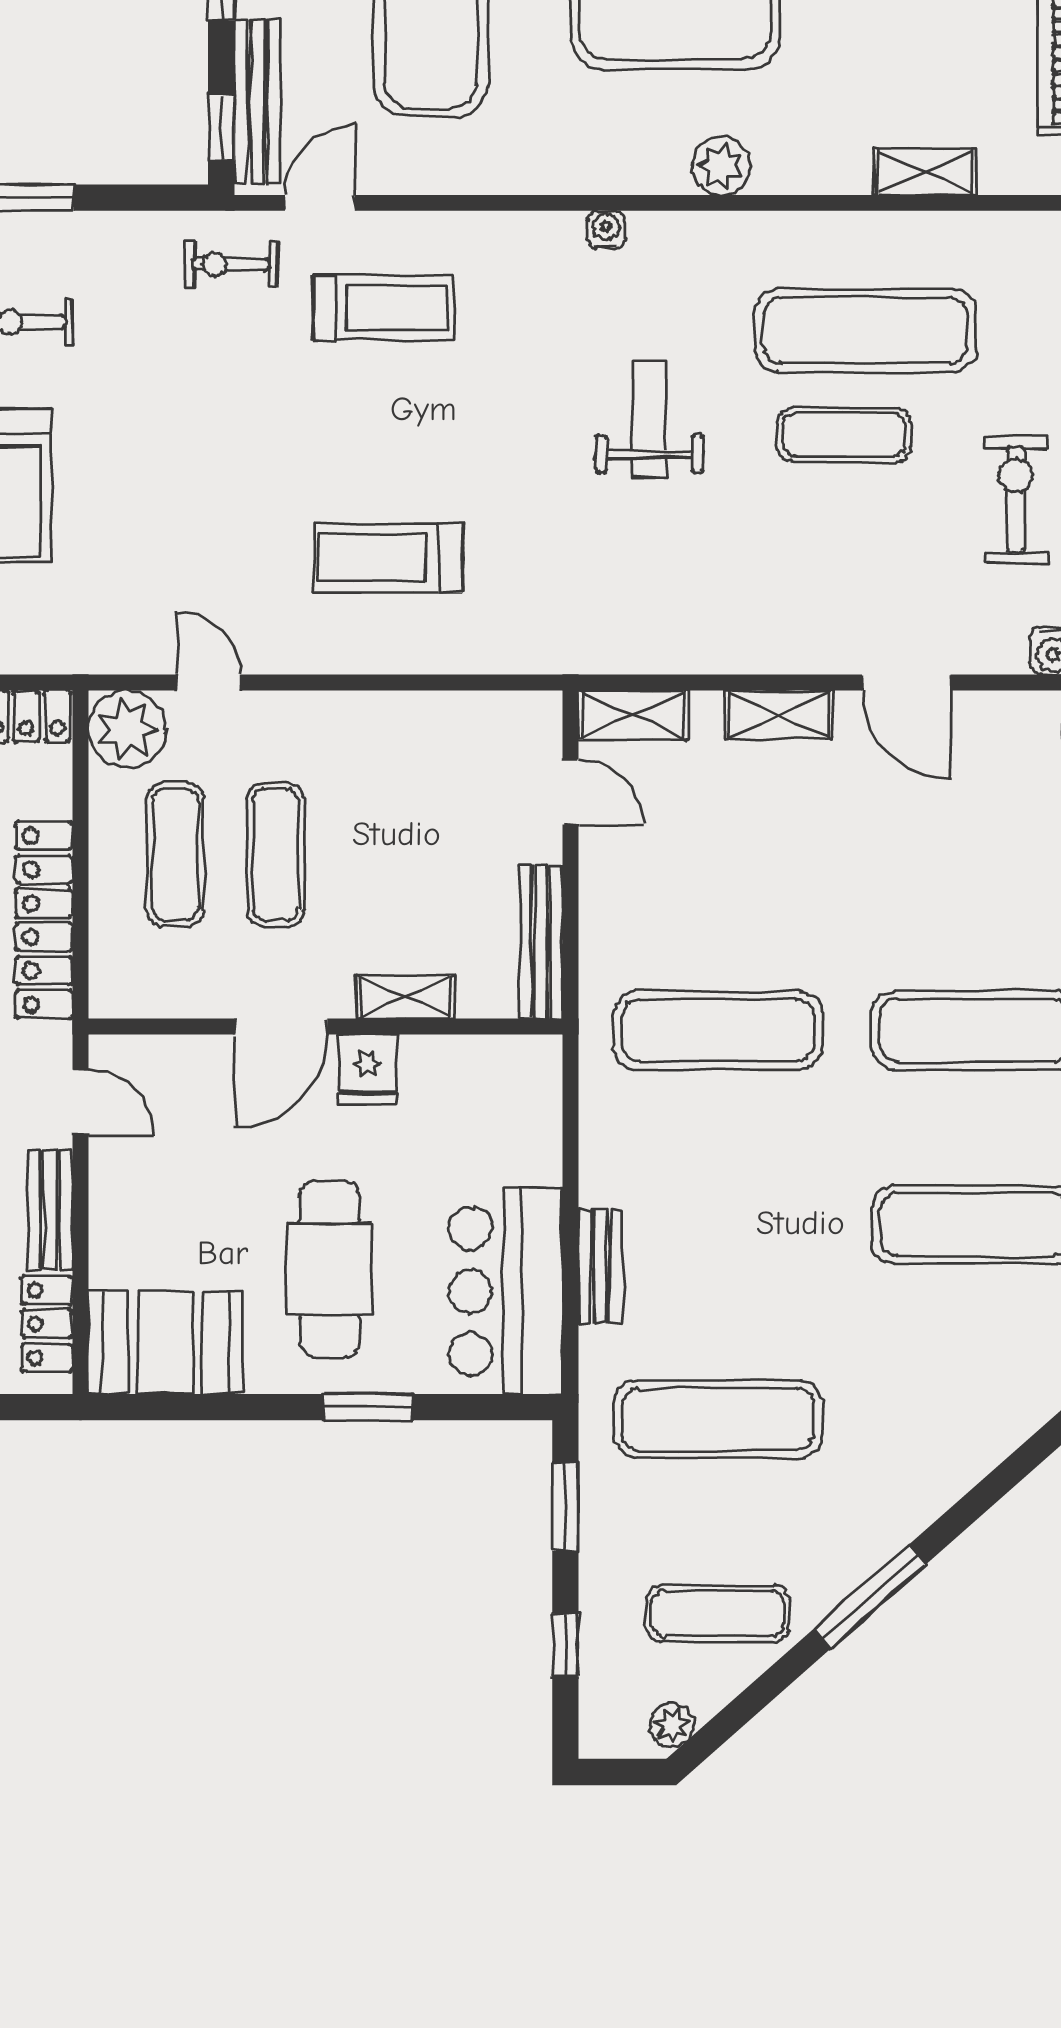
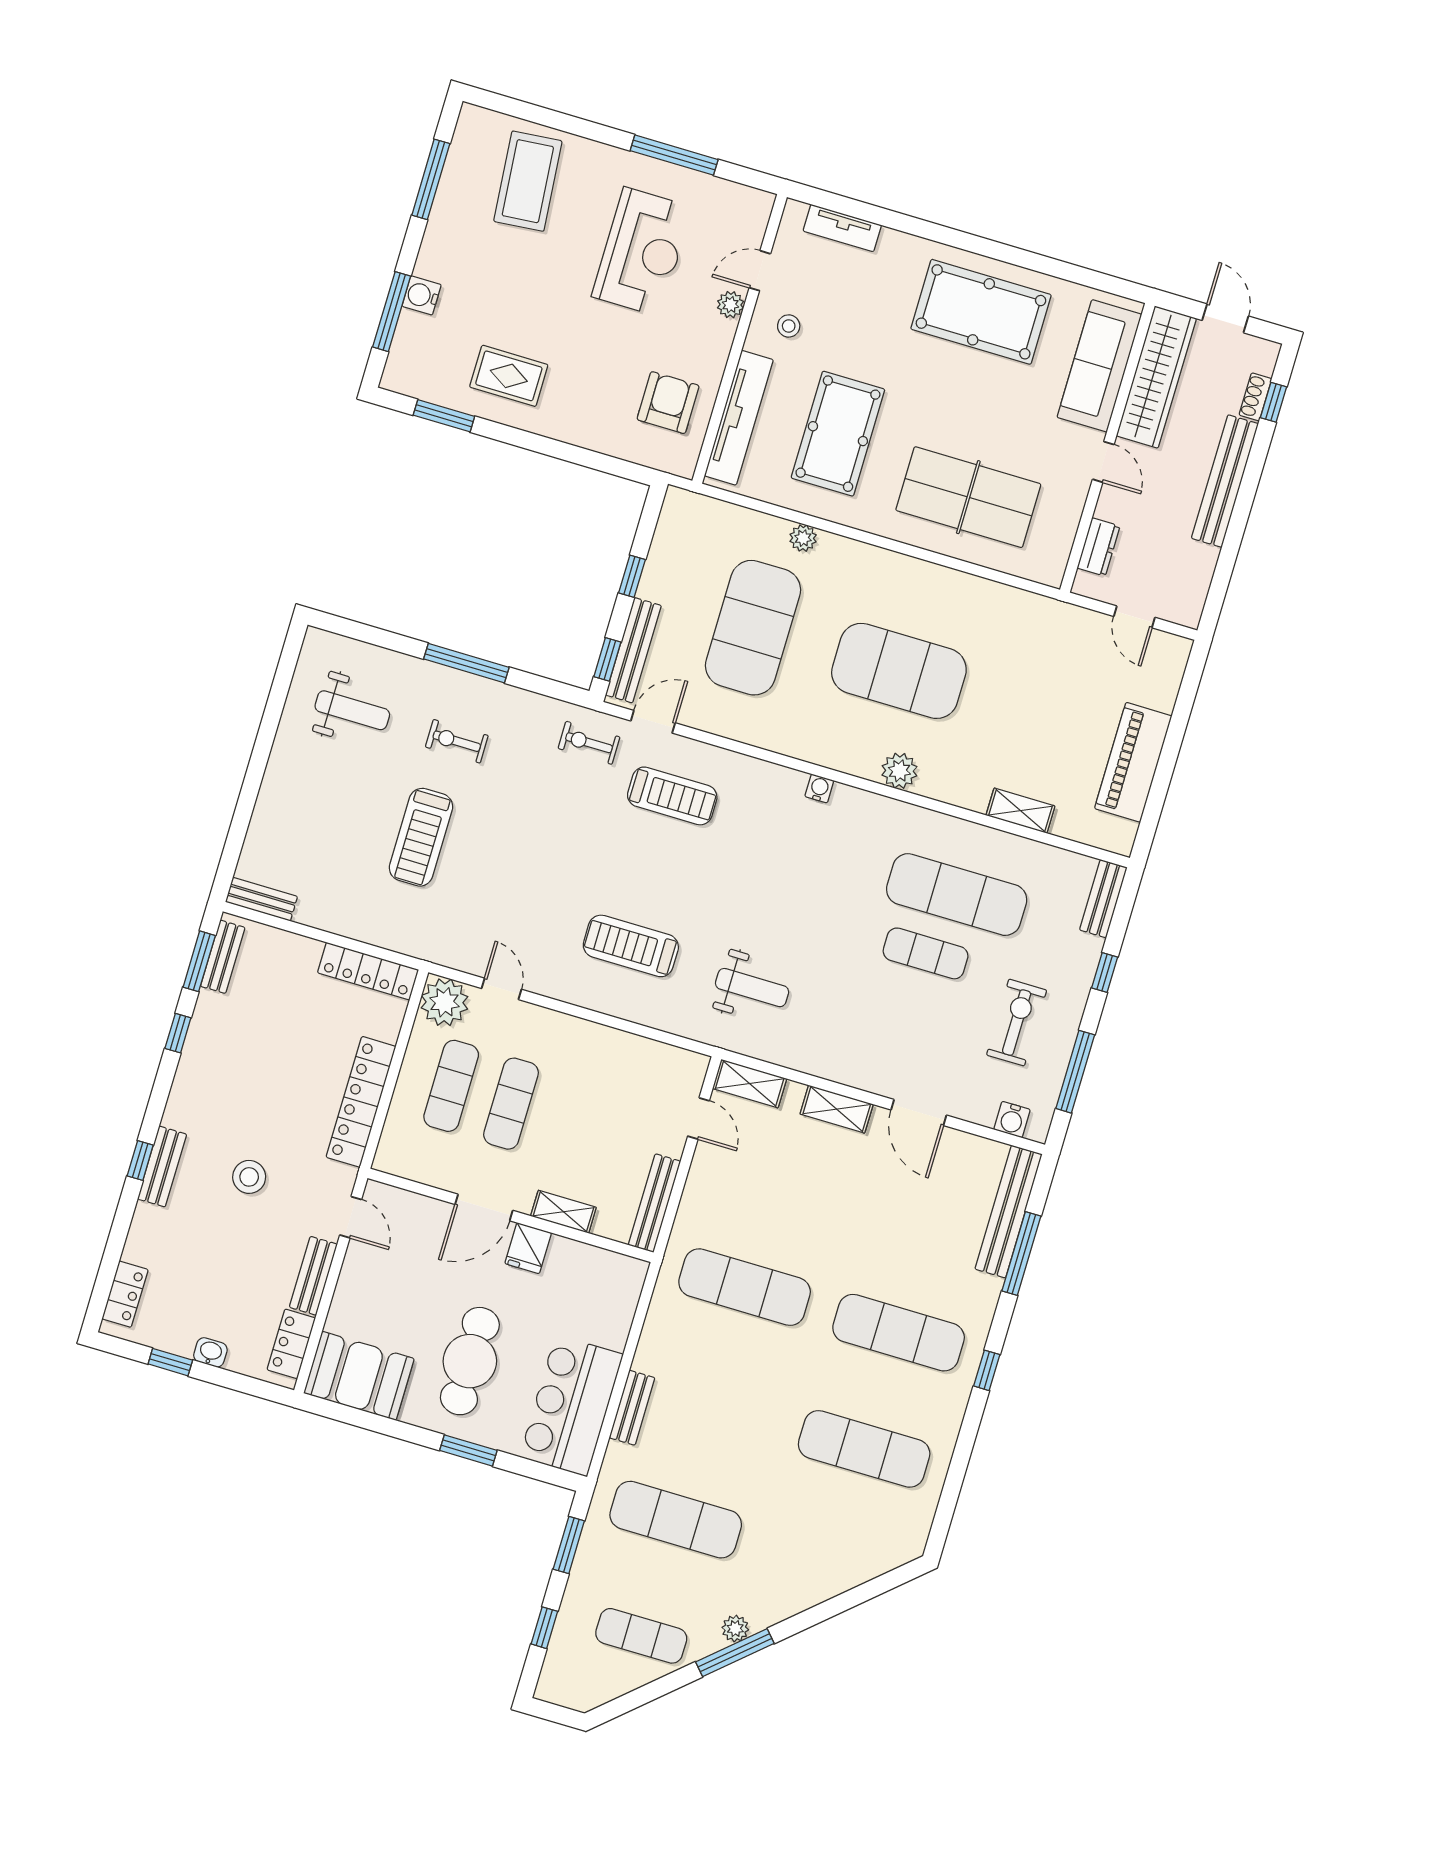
weight bench: (649, 419) -> (752, 988), moved, turned 90
plant: (672, 1725) -> (735, 1629), moved

